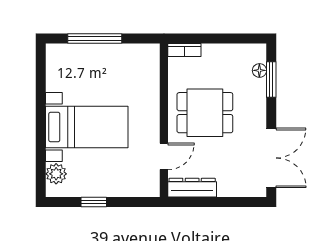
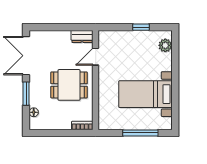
window: (271, 80) -> (26, 94), moved
bed with nightstands: (87, 127) -> (145, 94), moved
dresser: (192, 188) -> (82, 36), width x0.70

